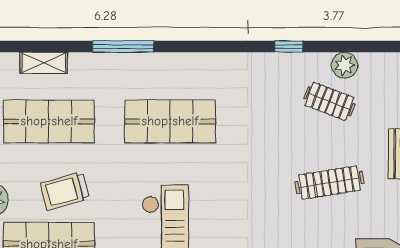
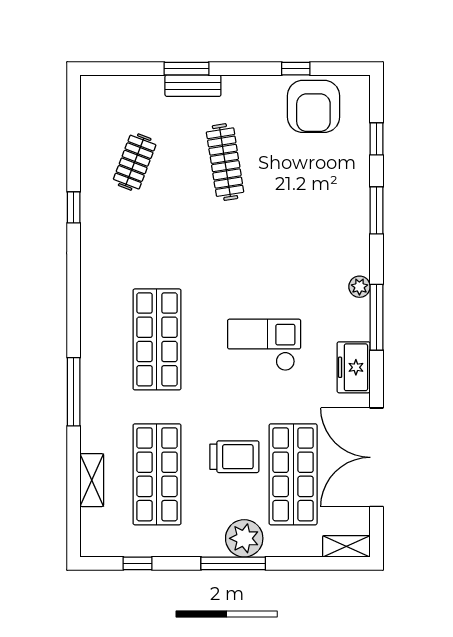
plant: (345, 65) -> (94, 145), removed
trolley: (65, 191) -> (234, 457), turned -75

